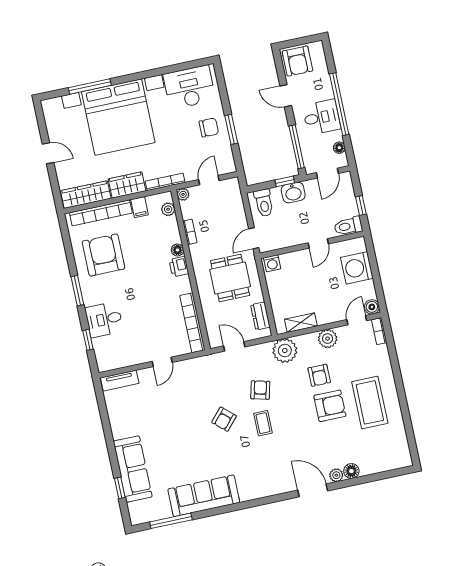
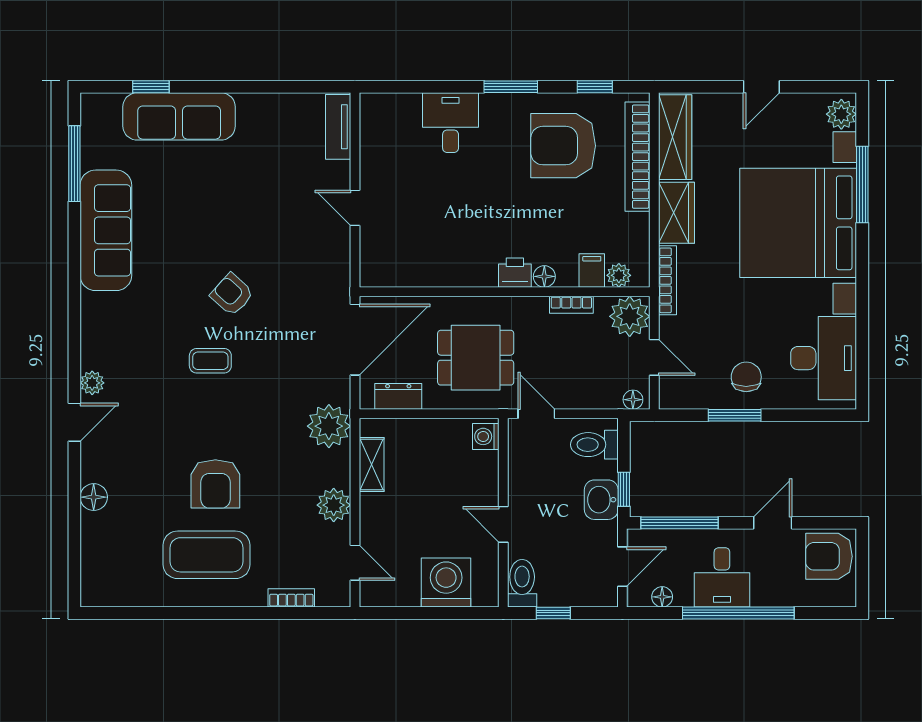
plant: (54, 106) -> (841, 114), added
chair: (209, 127) -> (746, 377), turned 180
door: (327, 173) -> (622, 567), swing flipped
floor lamp: (235, 187) -> (633, 400), added
plant: (183, 194) -> (630, 316), width x1.88, depth x1.88
filing cabinet: (140, 207) -> (592, 271), moved, turned 90
armchair: (104, 255) -> (563, 146), turned 180
boiler: (372, 307) -> (372, 594), removed
bookcase: (193, 323) -> (412, 275), removed
bookcase: (379, 331) -> (291, 598), moved
window: (88, 340) -> (595, 87), moved
door: (234, 346) -> (355, 340), width x1.88
armchair: (319, 375) -> (273, 477), removed
armchair: (260, 390) -> (269, 369), removed
plant: (336, 475) -> (92, 383), moved
door: (313, 490) -> (74, 422), width x0.73

